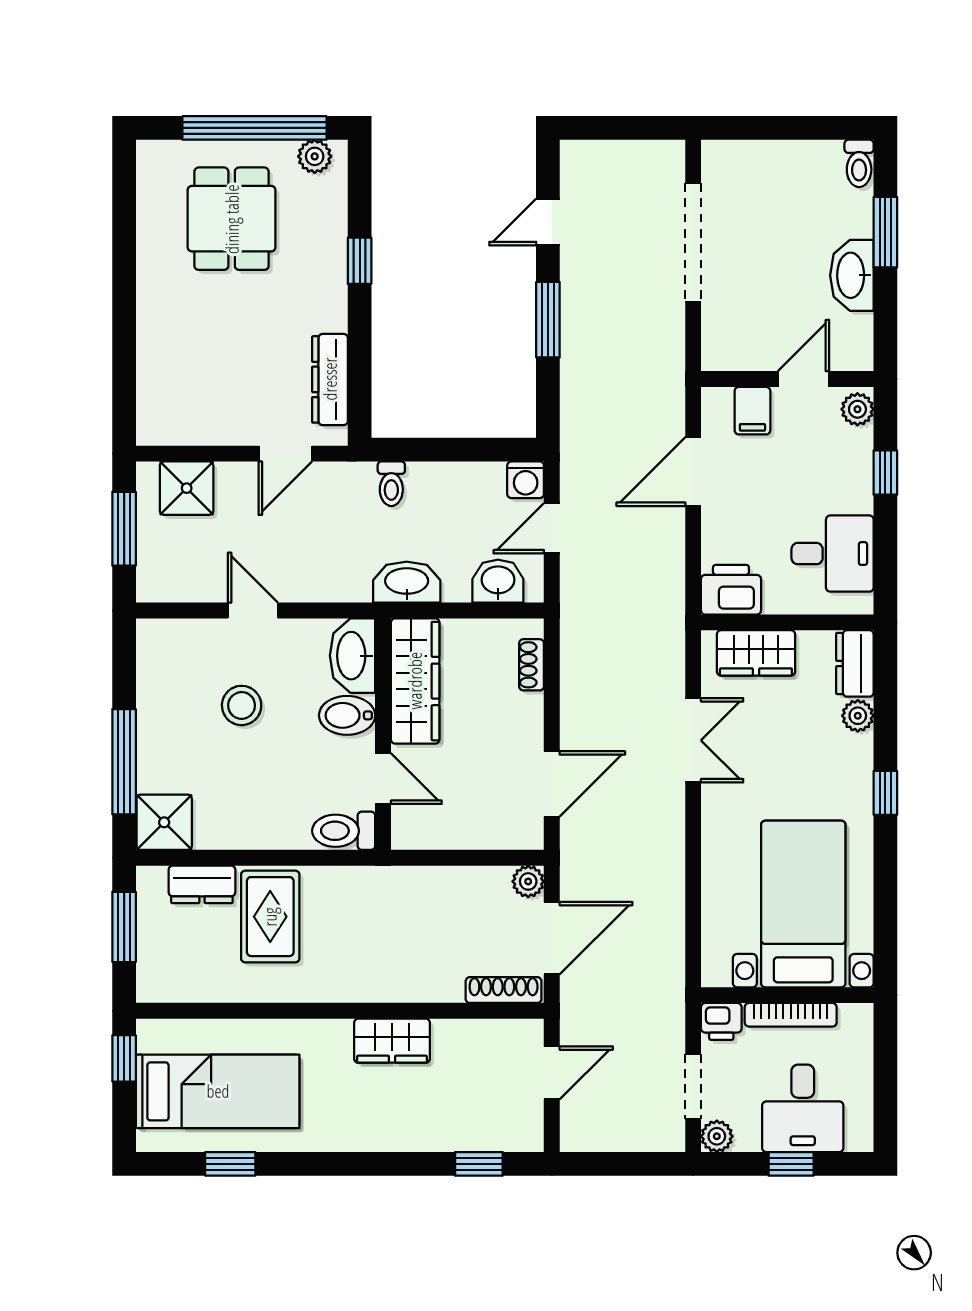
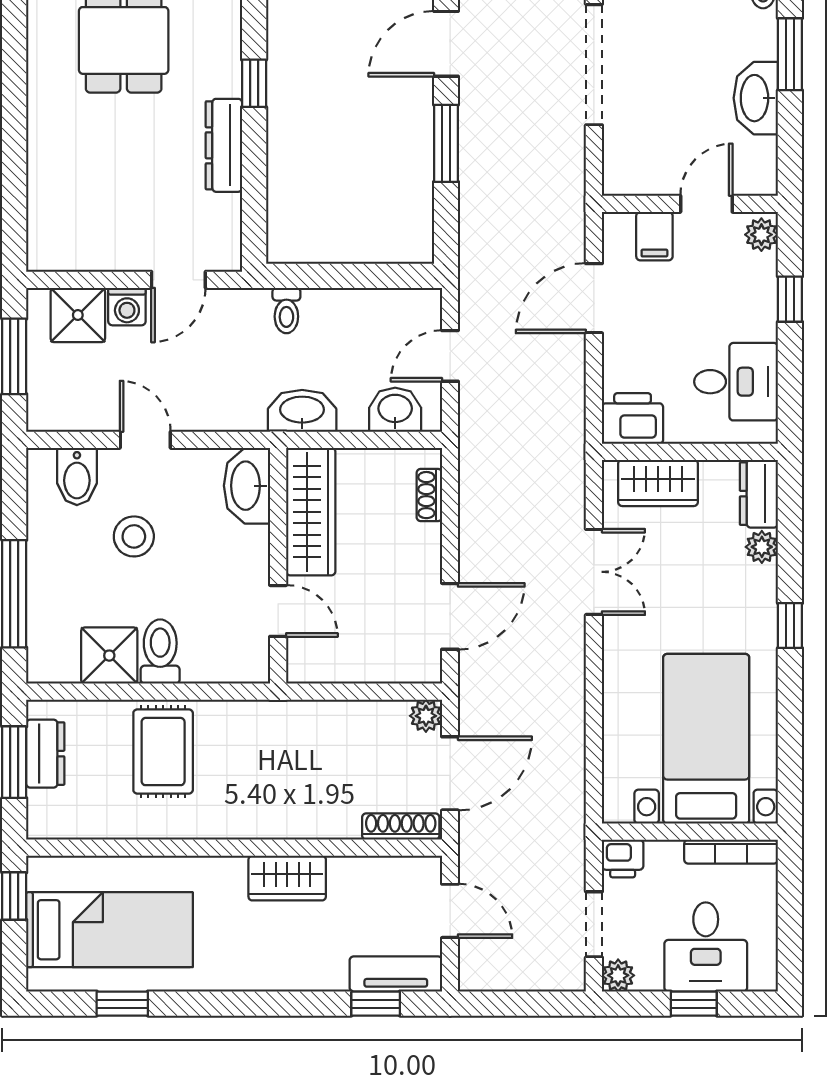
door: (548, 222) -> (446, 44), width x1.38
dresser: (330, 379) -> (224, 145), moved
washing machine: (526, 480) -> (127, 307), moved
bidet: (347, 715) -> (77, 476), moved, turned -90
shower: (164, 822) -> (109, 656), moved
toilet: (344, 831) -> (160, 652), moved, turned 90
dresser: (202, 884) -> (45, 754), moved, turned -90
bookcase: (791, 1015) -> (731, 852), moved
door: (552, 1073) -> (450, 911), hinge flipped
tv unit: (499, 1135) -> (396, 974), added

